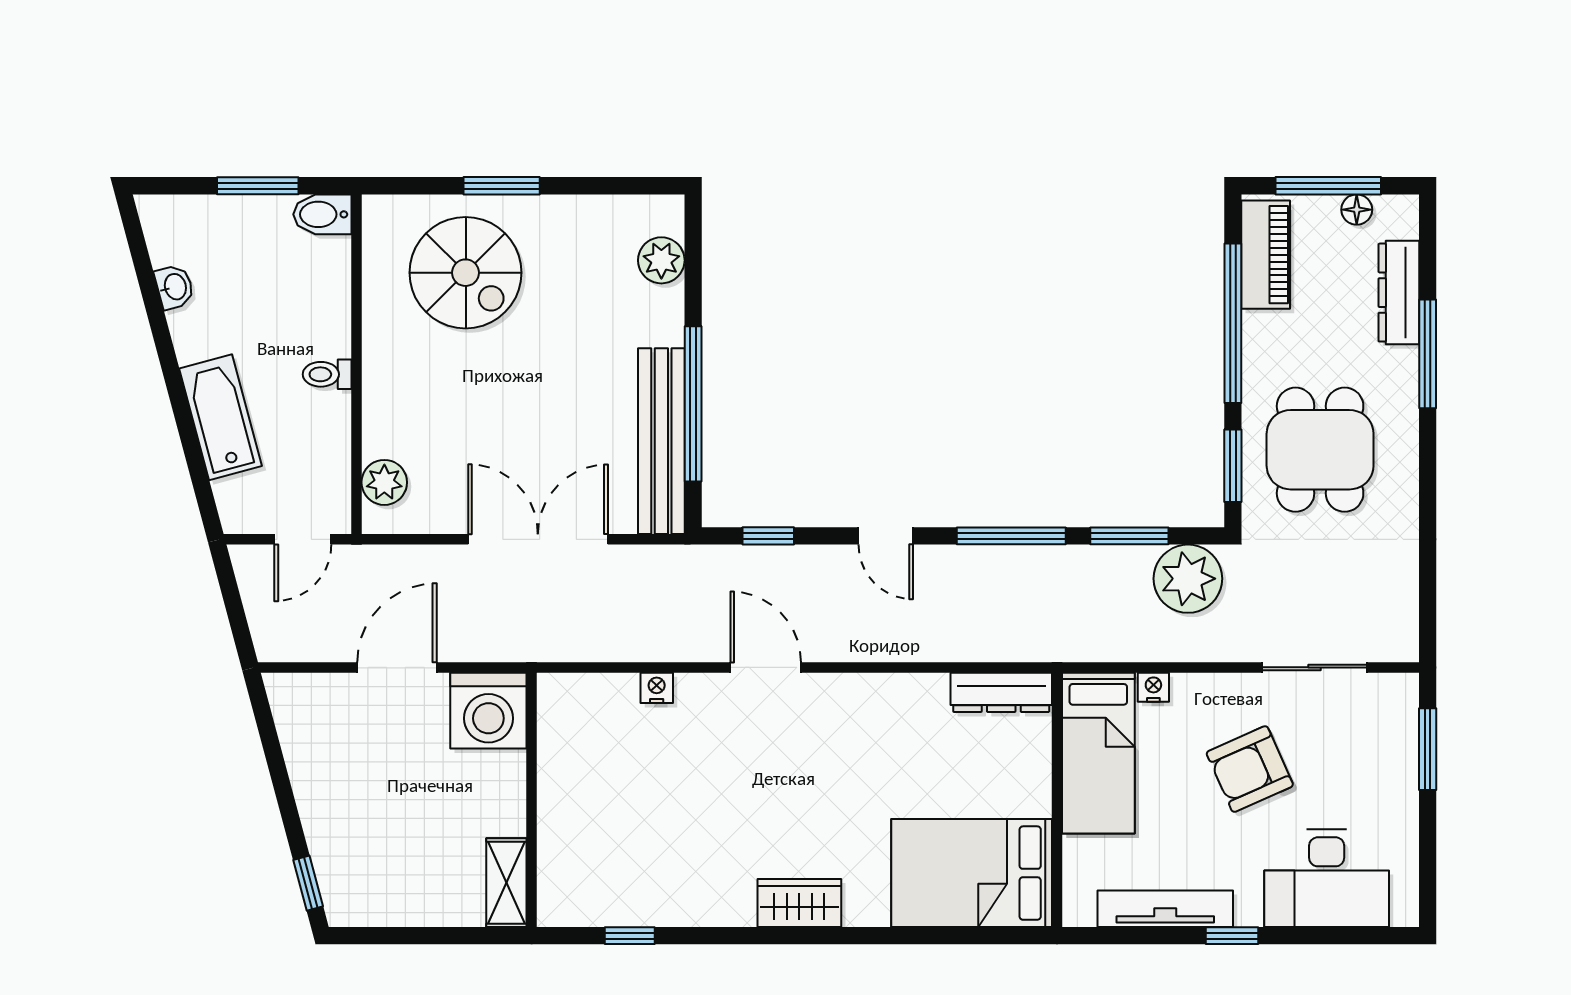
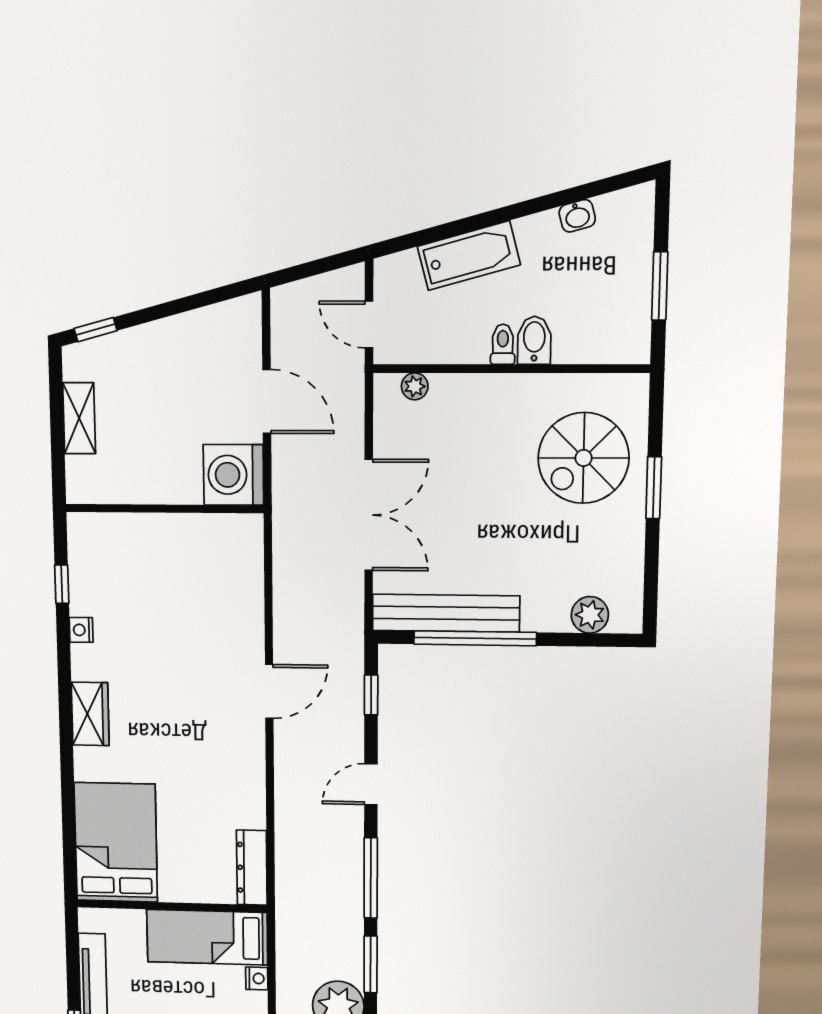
bidet: (322, 214) -> (534, 340), moved
plant: (384, 482) -> (415, 386), width x0.73, depth x0.73
nightstand: (657, 688) -> (81, 630), moved, turned 180
shelving: (506, 883) -> (79, 418), moved, turned 90

